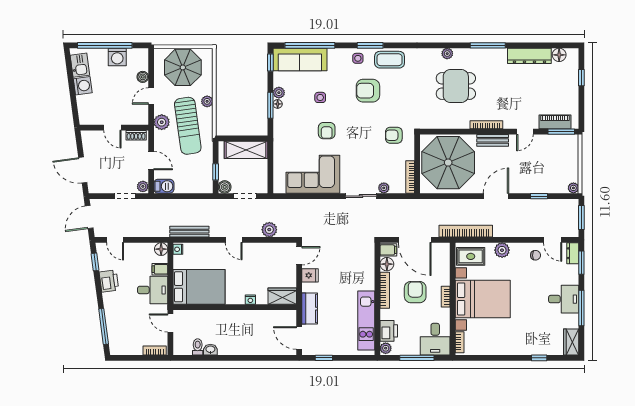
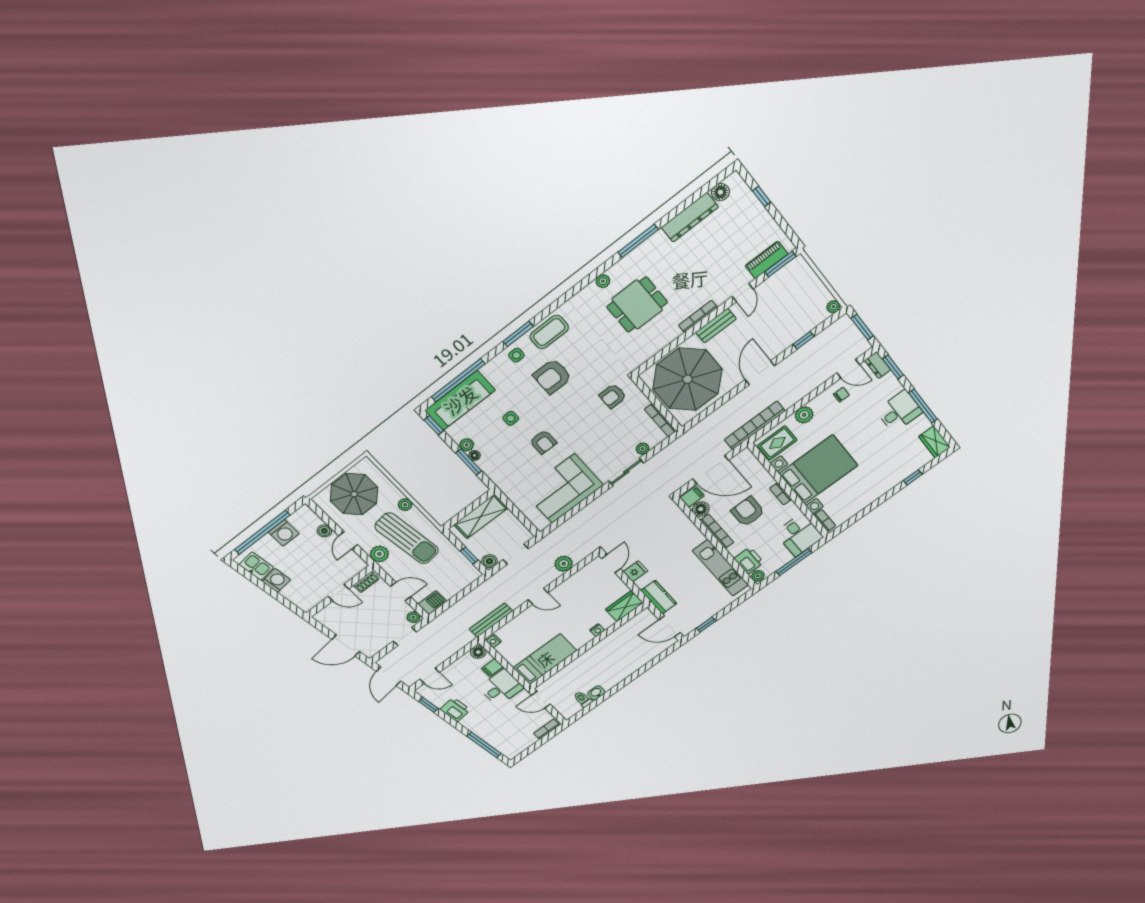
bed: (199, 287) -> (545, 659), width x0.67

